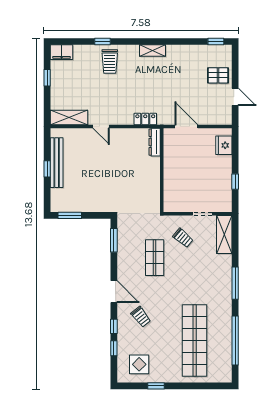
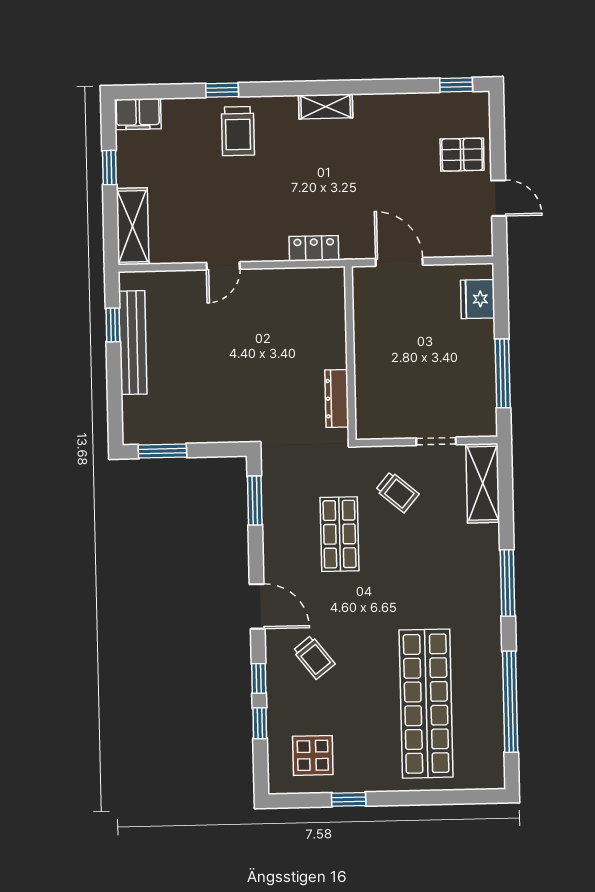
shelving: (69, 118) -> (133, 226), moved, turned 90
door: (101, 127) -> (223, 266), hinge flipped
dresser: (155, 142) -> (337, 398), moved
window: (47, 169) -> (113, 325), moved
window: (235, 182) -> (503, 373), width x2.17

